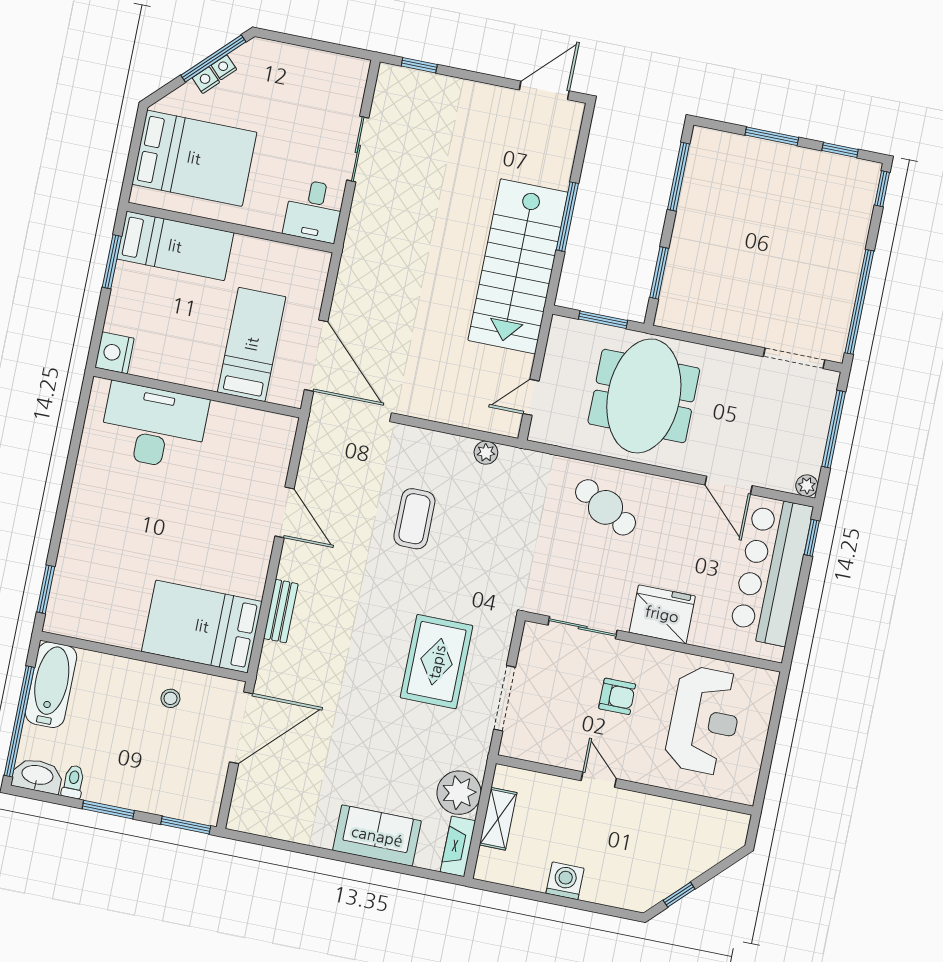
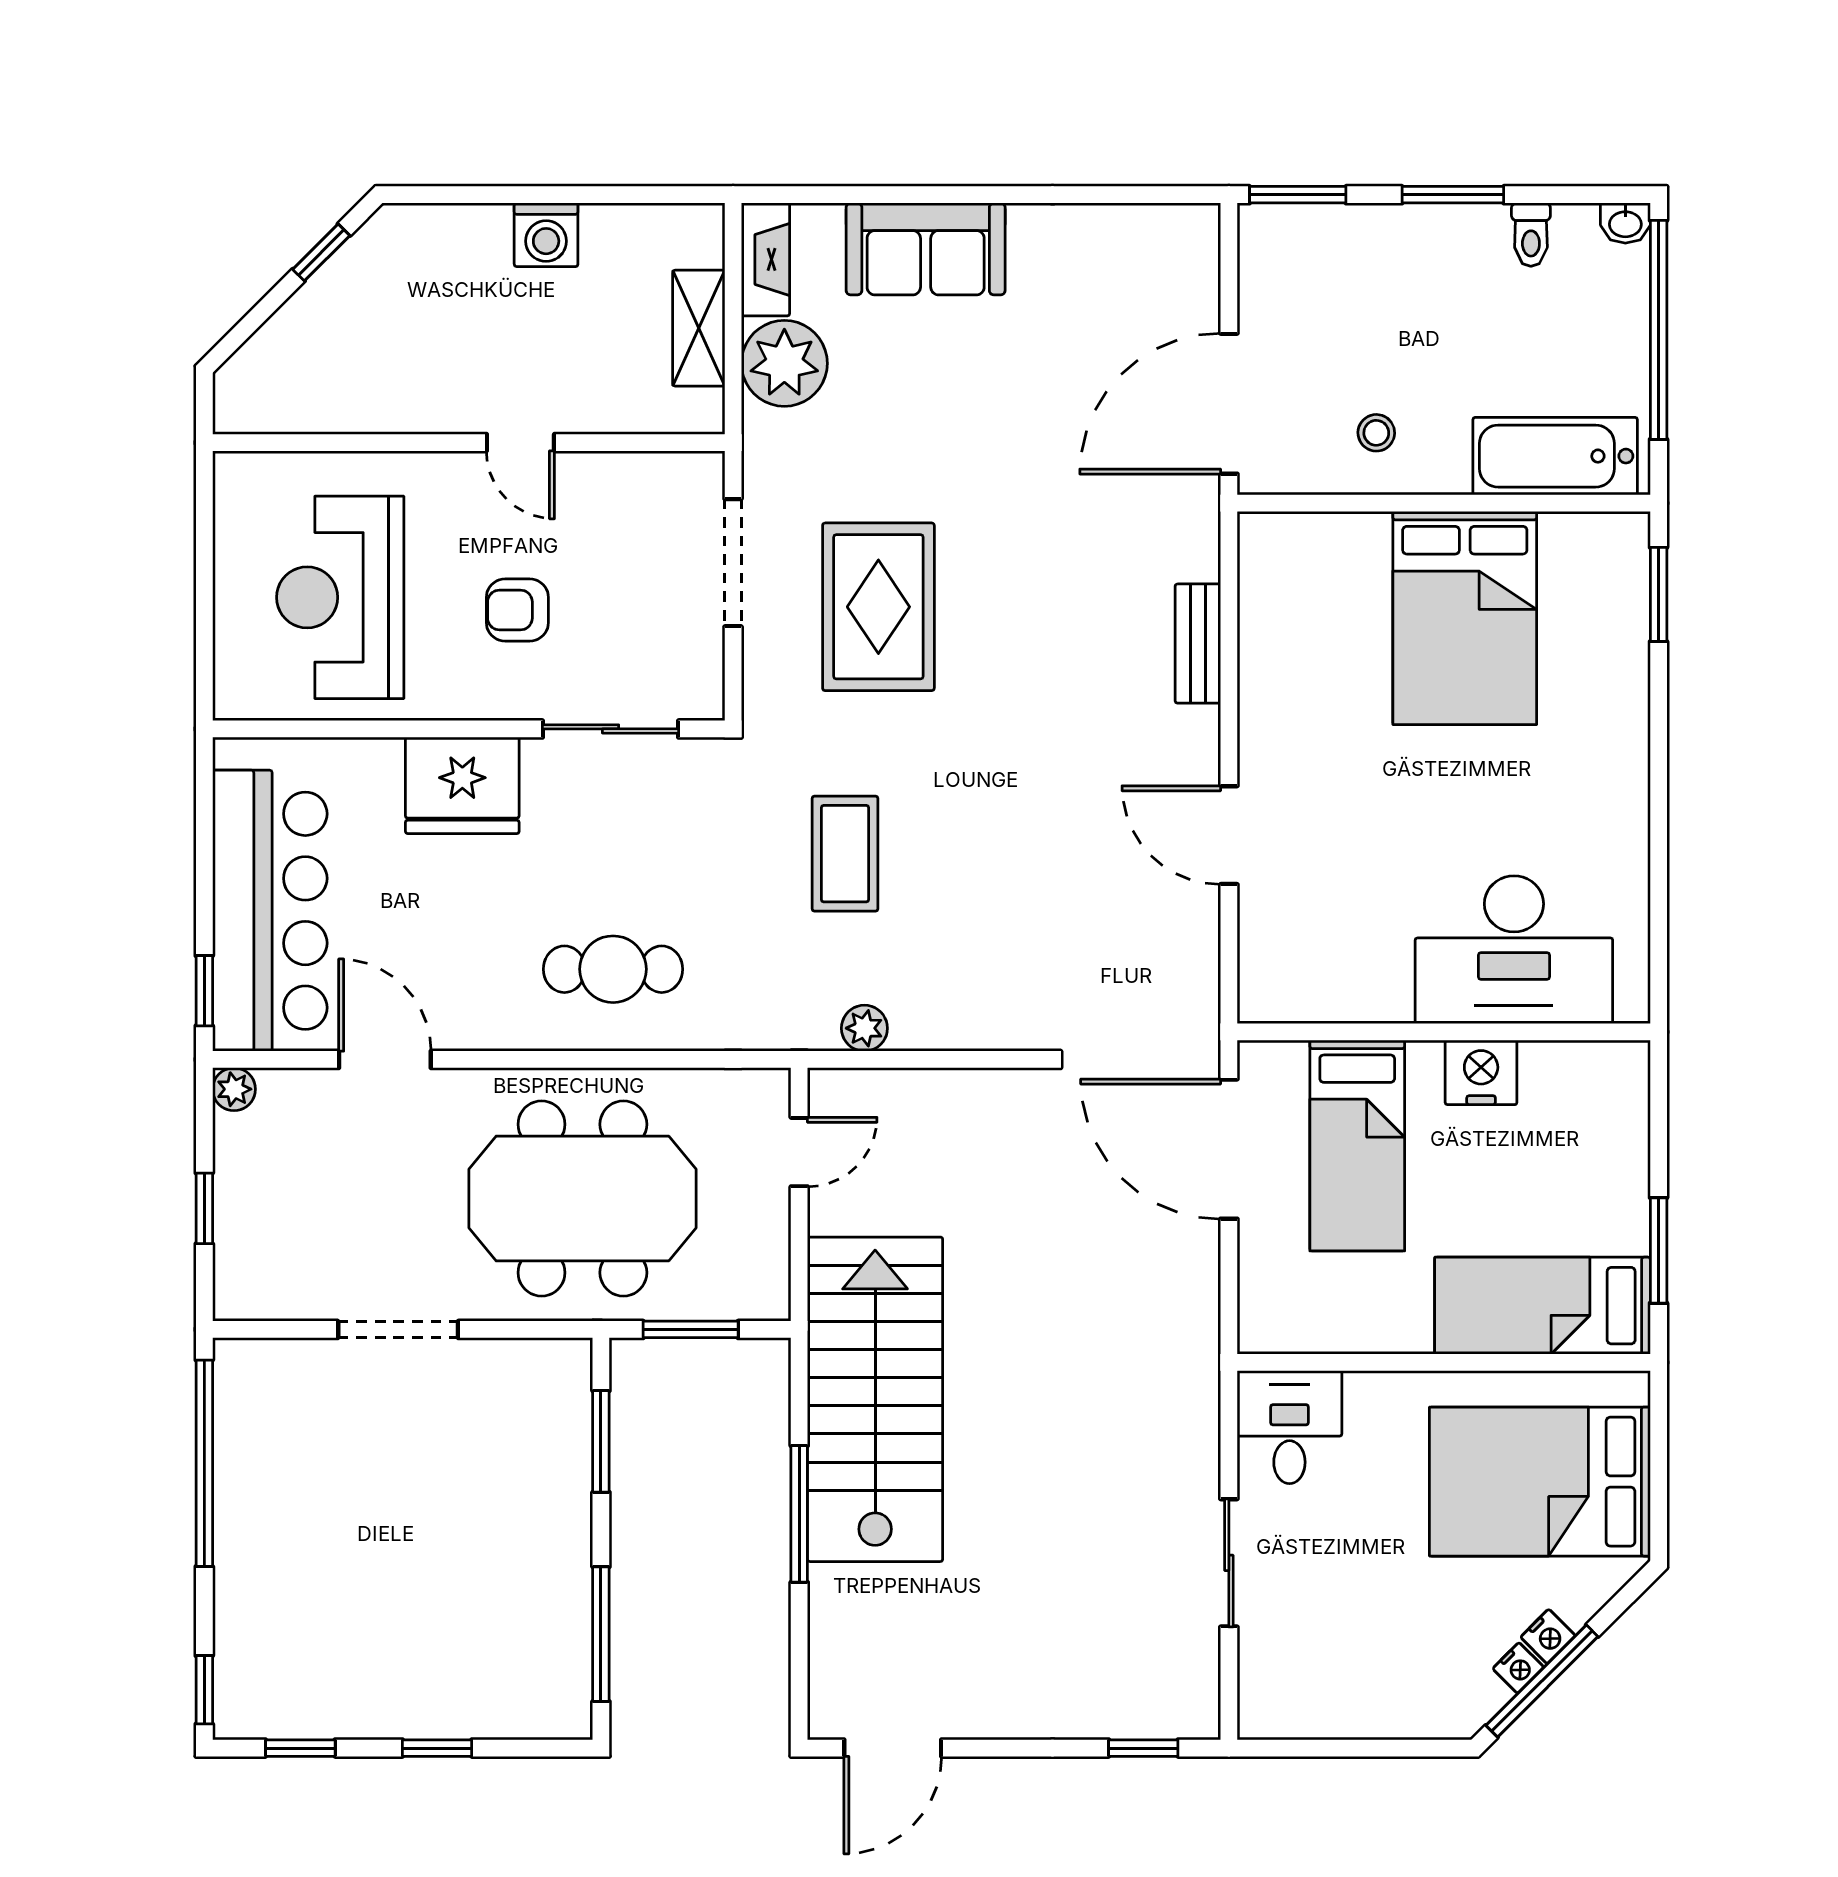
window: (772, 136) -> (437, 1748), width x0.67
nightstand: (115, 353) -> (1481, 1072), moved, turned -90
doorway: (794, 358) -> (398, 1329), moved
meeting table: (644, 396) -> (582, 1198), turned 90
window: (834, 429) -> (204, 1208), width x0.46
cafe table: (605, 507) -> (613, 969), turned -30
coffee table: (414, 519) -> (845, 854), moved
bed: (202, 626) -> (1465, 618), moved, turned 90
bathtub: (51, 685) -> (1555, 456), moved, turned 90
washbasin: (37, 776) -> (1625, 223), width x0.52, depth x0.69

